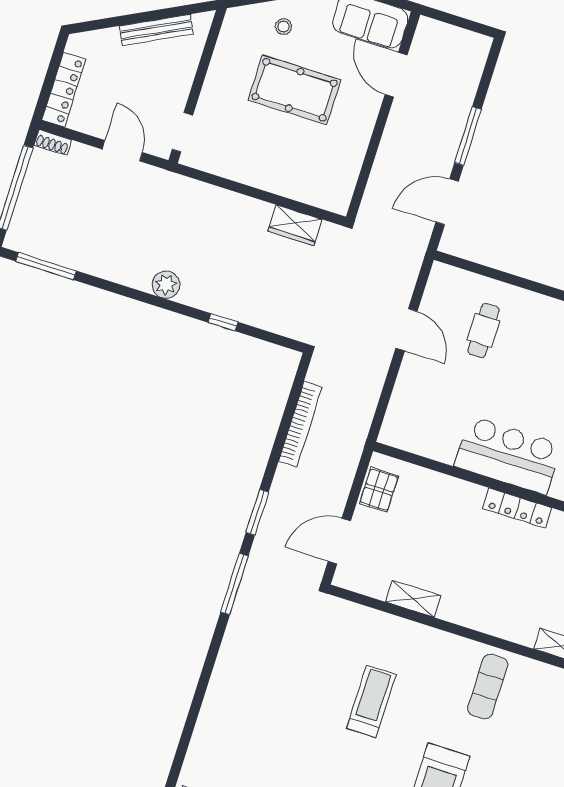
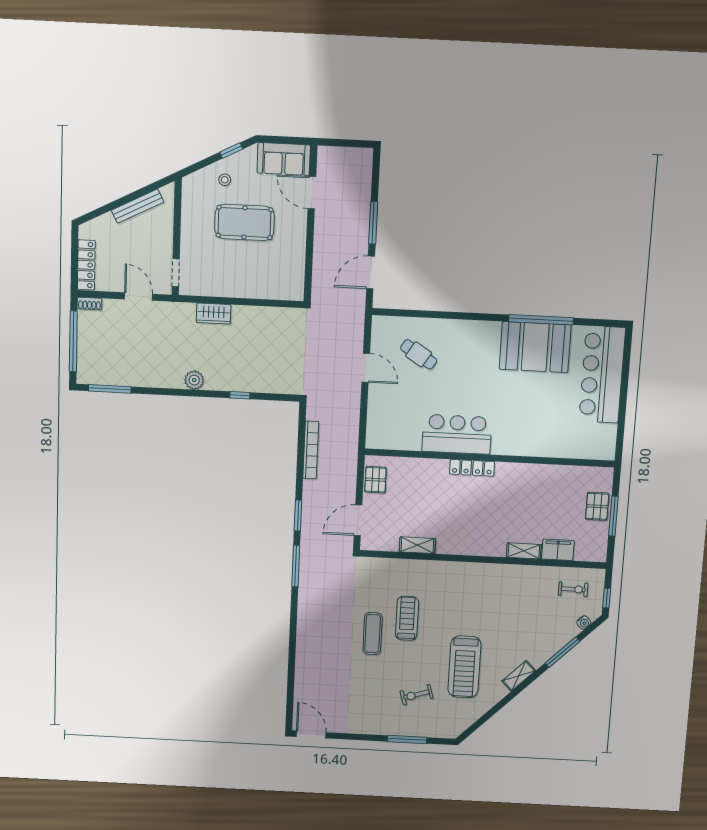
wardrobe: (295, 225) -> (214, 314), moved
cafe table: (484, 330) -> (419, 354), turned -58
exercise mat: (488, 687) -> (373, 634), moved

